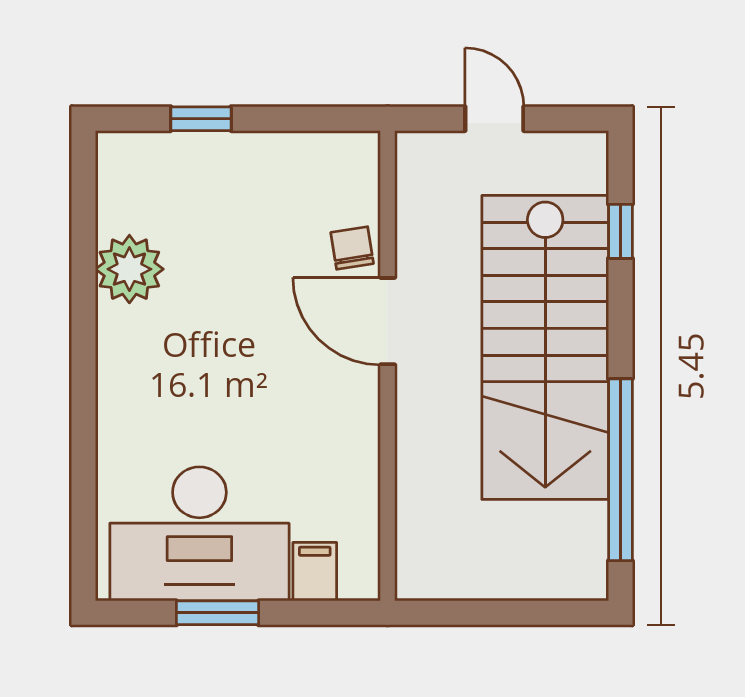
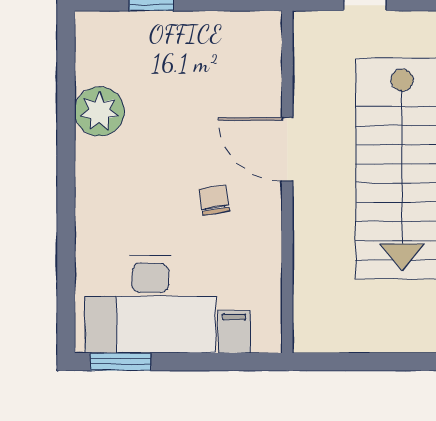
chair: (352, 248) -> (214, 200), moved
window: (218, 613) -> (121, 362), moved

